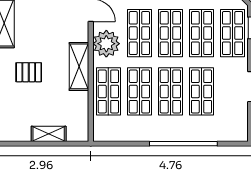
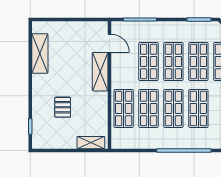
plant: (106, 44) -> (122, 70), removed
shelving: (79, 66) -> (100, 72), moved
pallet: (29, 72) -> (63, 107), moved, turned 90
shelving: (49, 134) -> (91, 143), moved

